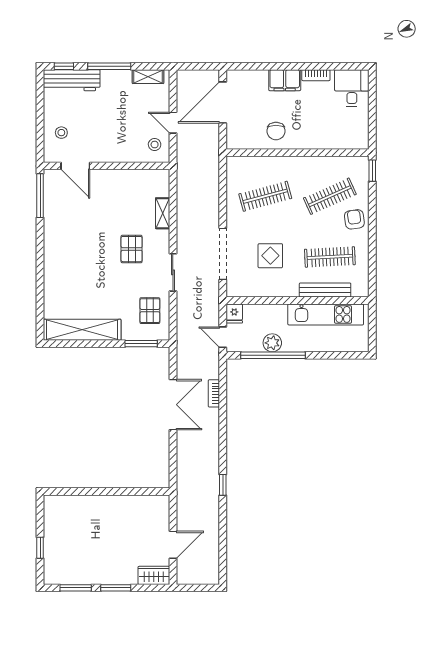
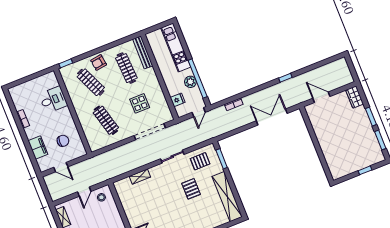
filing cabinet: (285, 80) -> (38, 148), moved
desk: (352, 88) -> (53, 100), moved, turned 180
door: (223, 102) -> (61, 167), width x0.53
chair: (276, 131) -> (63, 141), moved
pallet: (132, 249) -> (191, 189), moved, turned 90
bench: (325, 290) -> (143, 52), moved
fridge: (234, 313) -> (178, 100), moved
kitchen unit: (326, 314) -> (176, 48), moved, turned 180
double door: (173, 405) -> (272, 117), moved
door: (173, 545) -> (321, 97), moved

